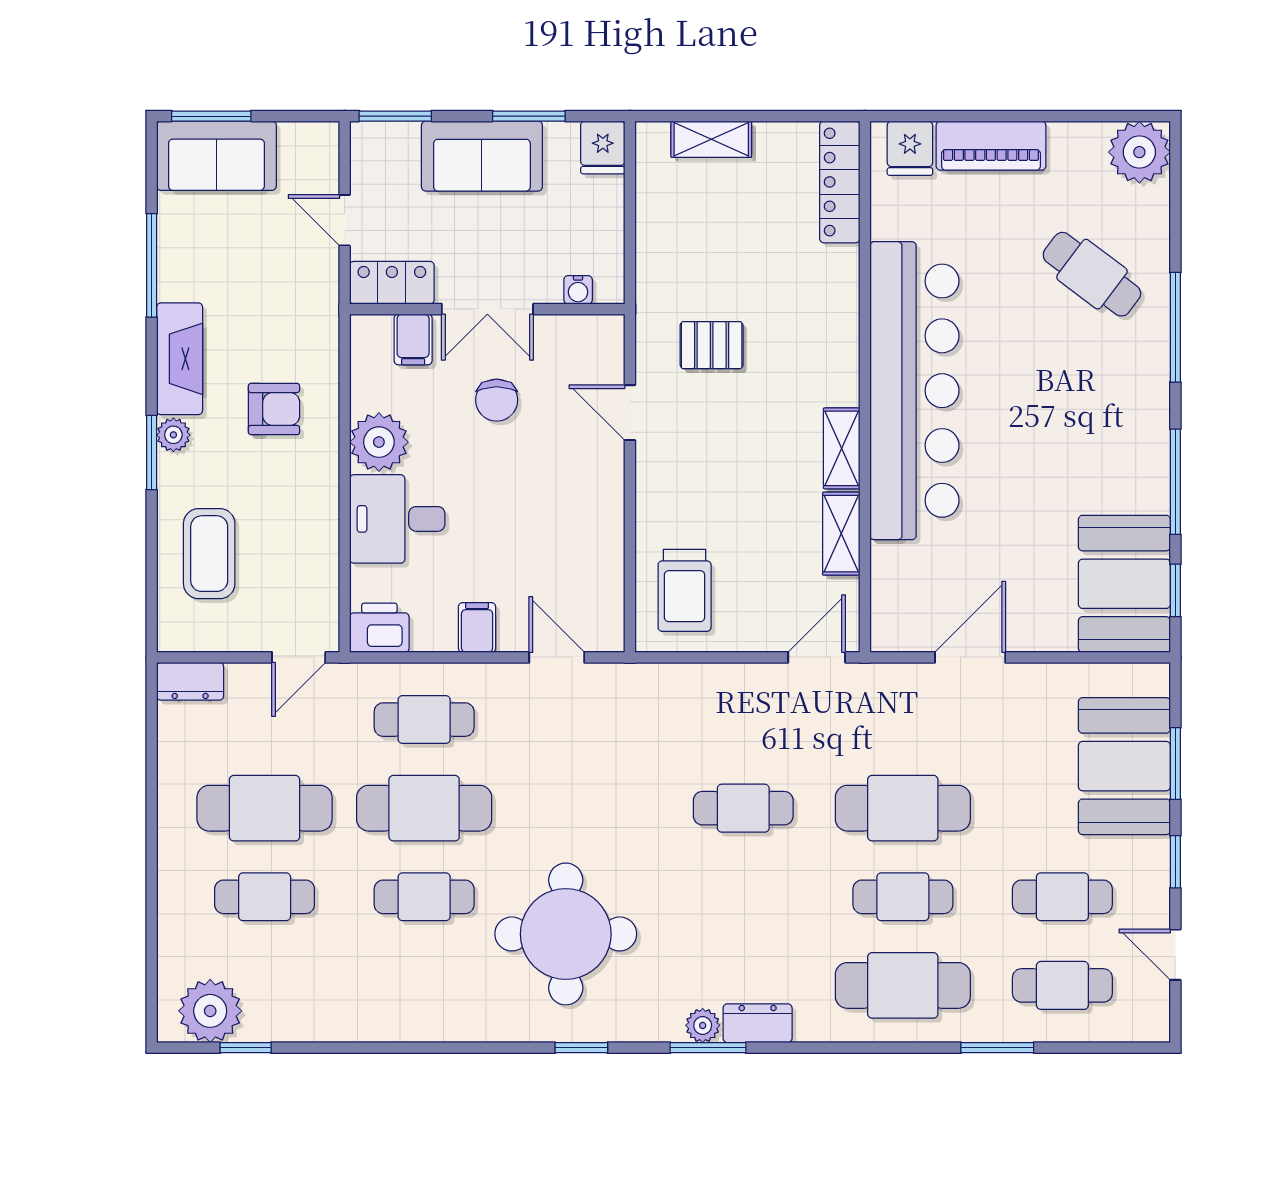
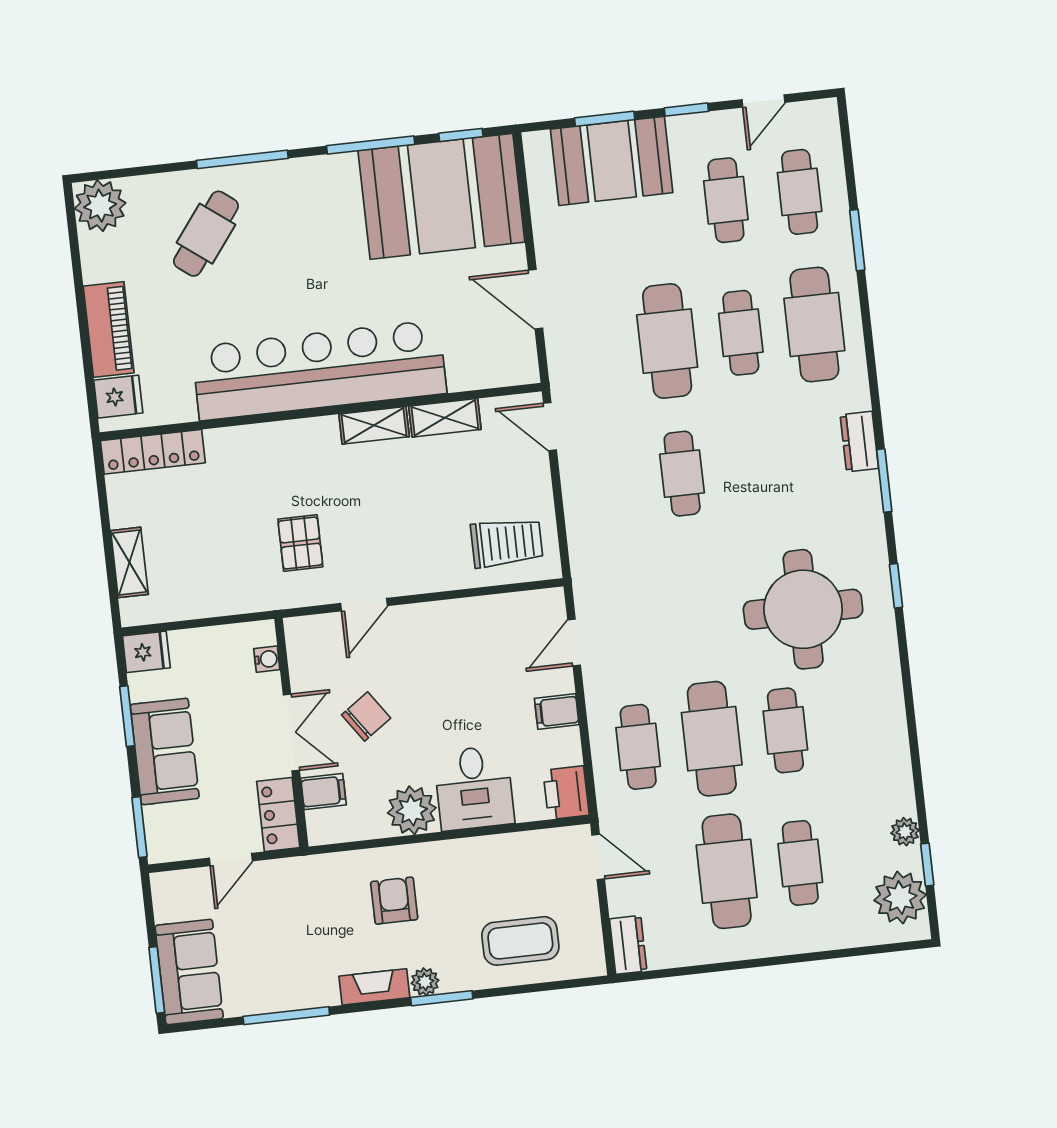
fireplace: (180, 359) -> (374, 987), width x0.73, depth x0.76
chair: (497, 400) -> (366, 717), turned -35
booth: (1124, 584) -> (441, 196), width x1.36, depth x1.42
plant: (703, 1025) -> (905, 832), moved

